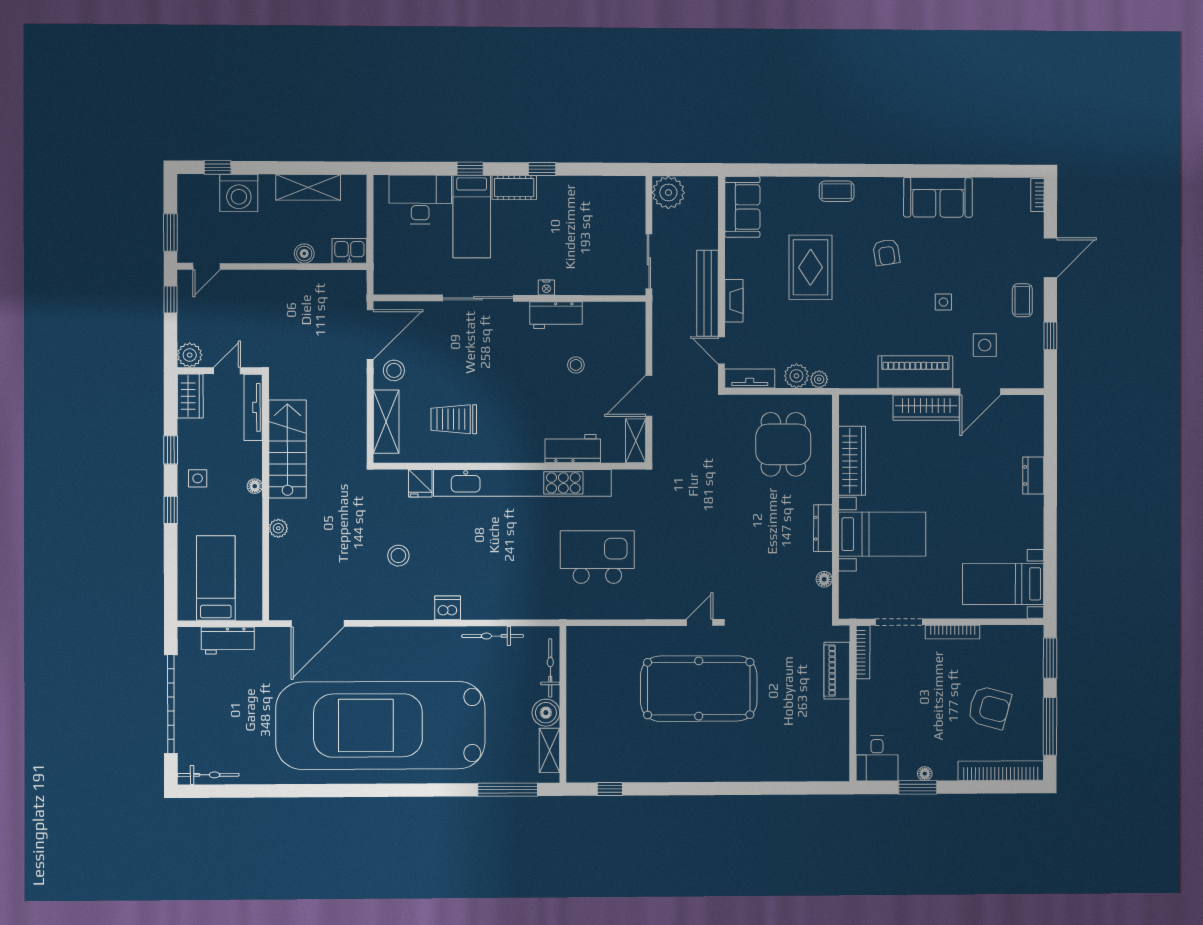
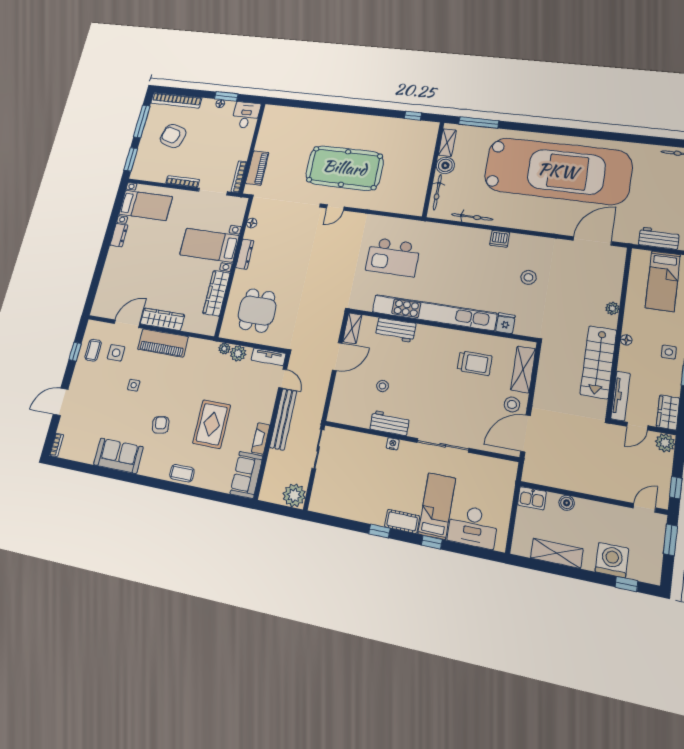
coffee table: (1022, 300) -> (93, 350), moved
fireplace: (734, 301) -> (261, 439), moved
dresser: (1033, 475) -> (119, 235), moved

